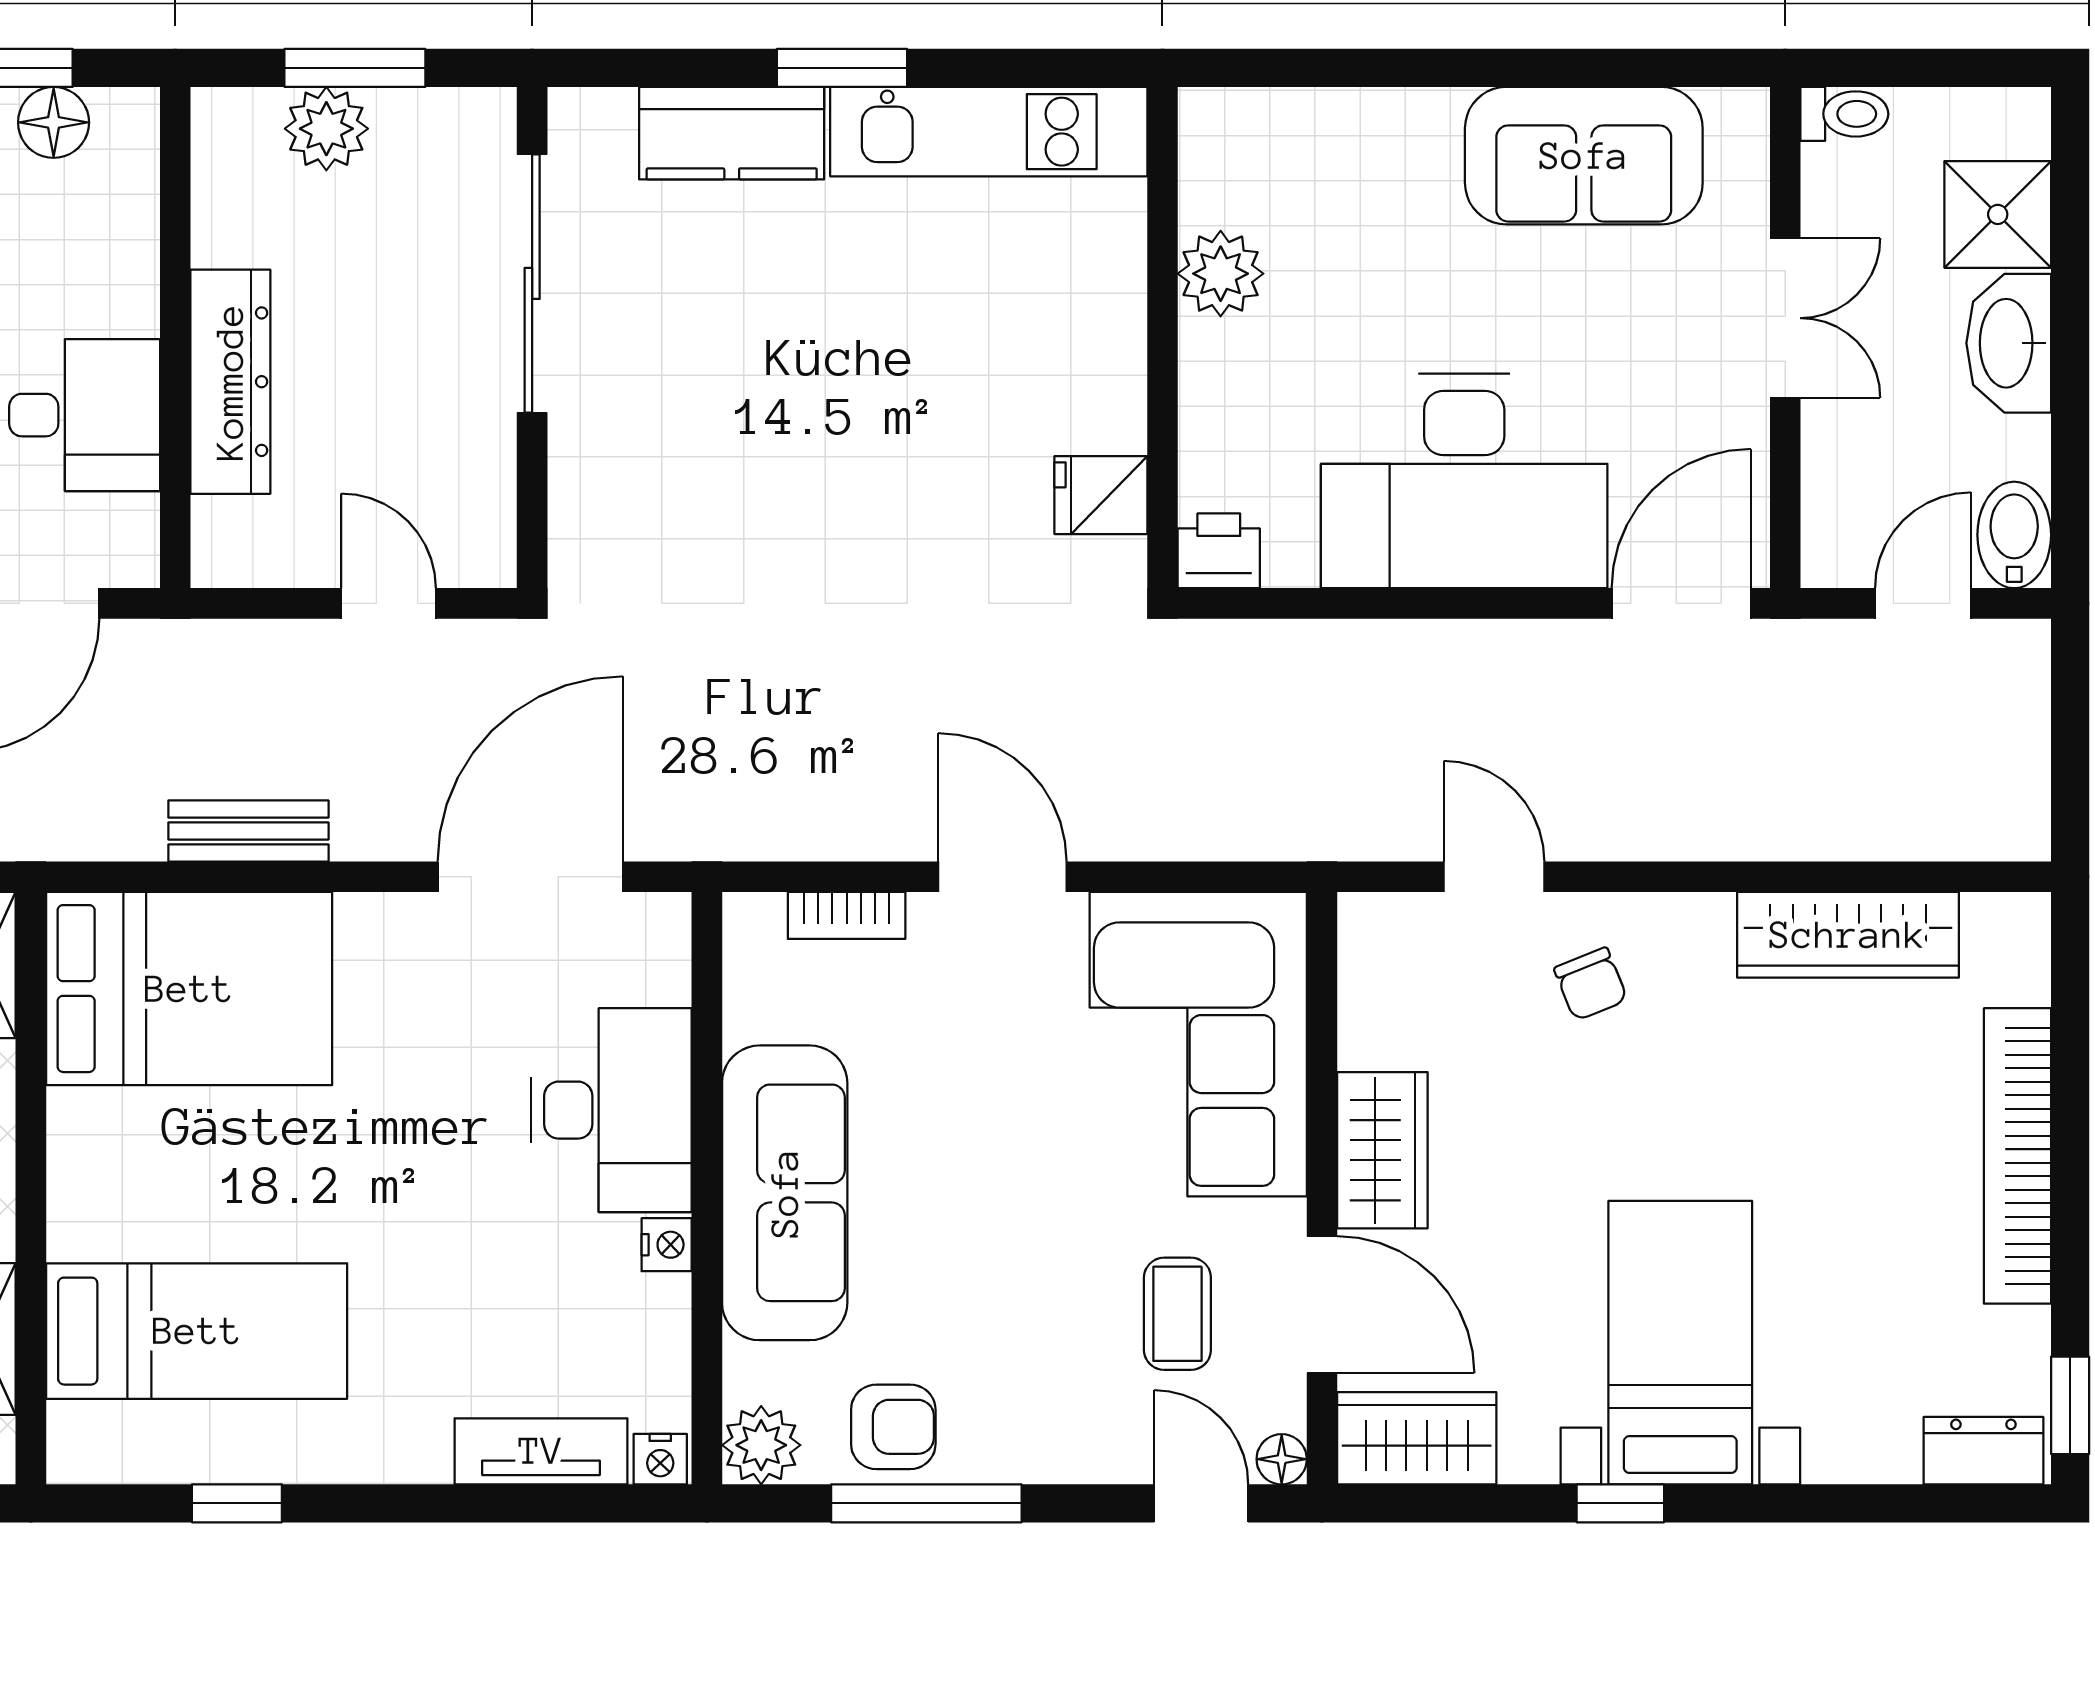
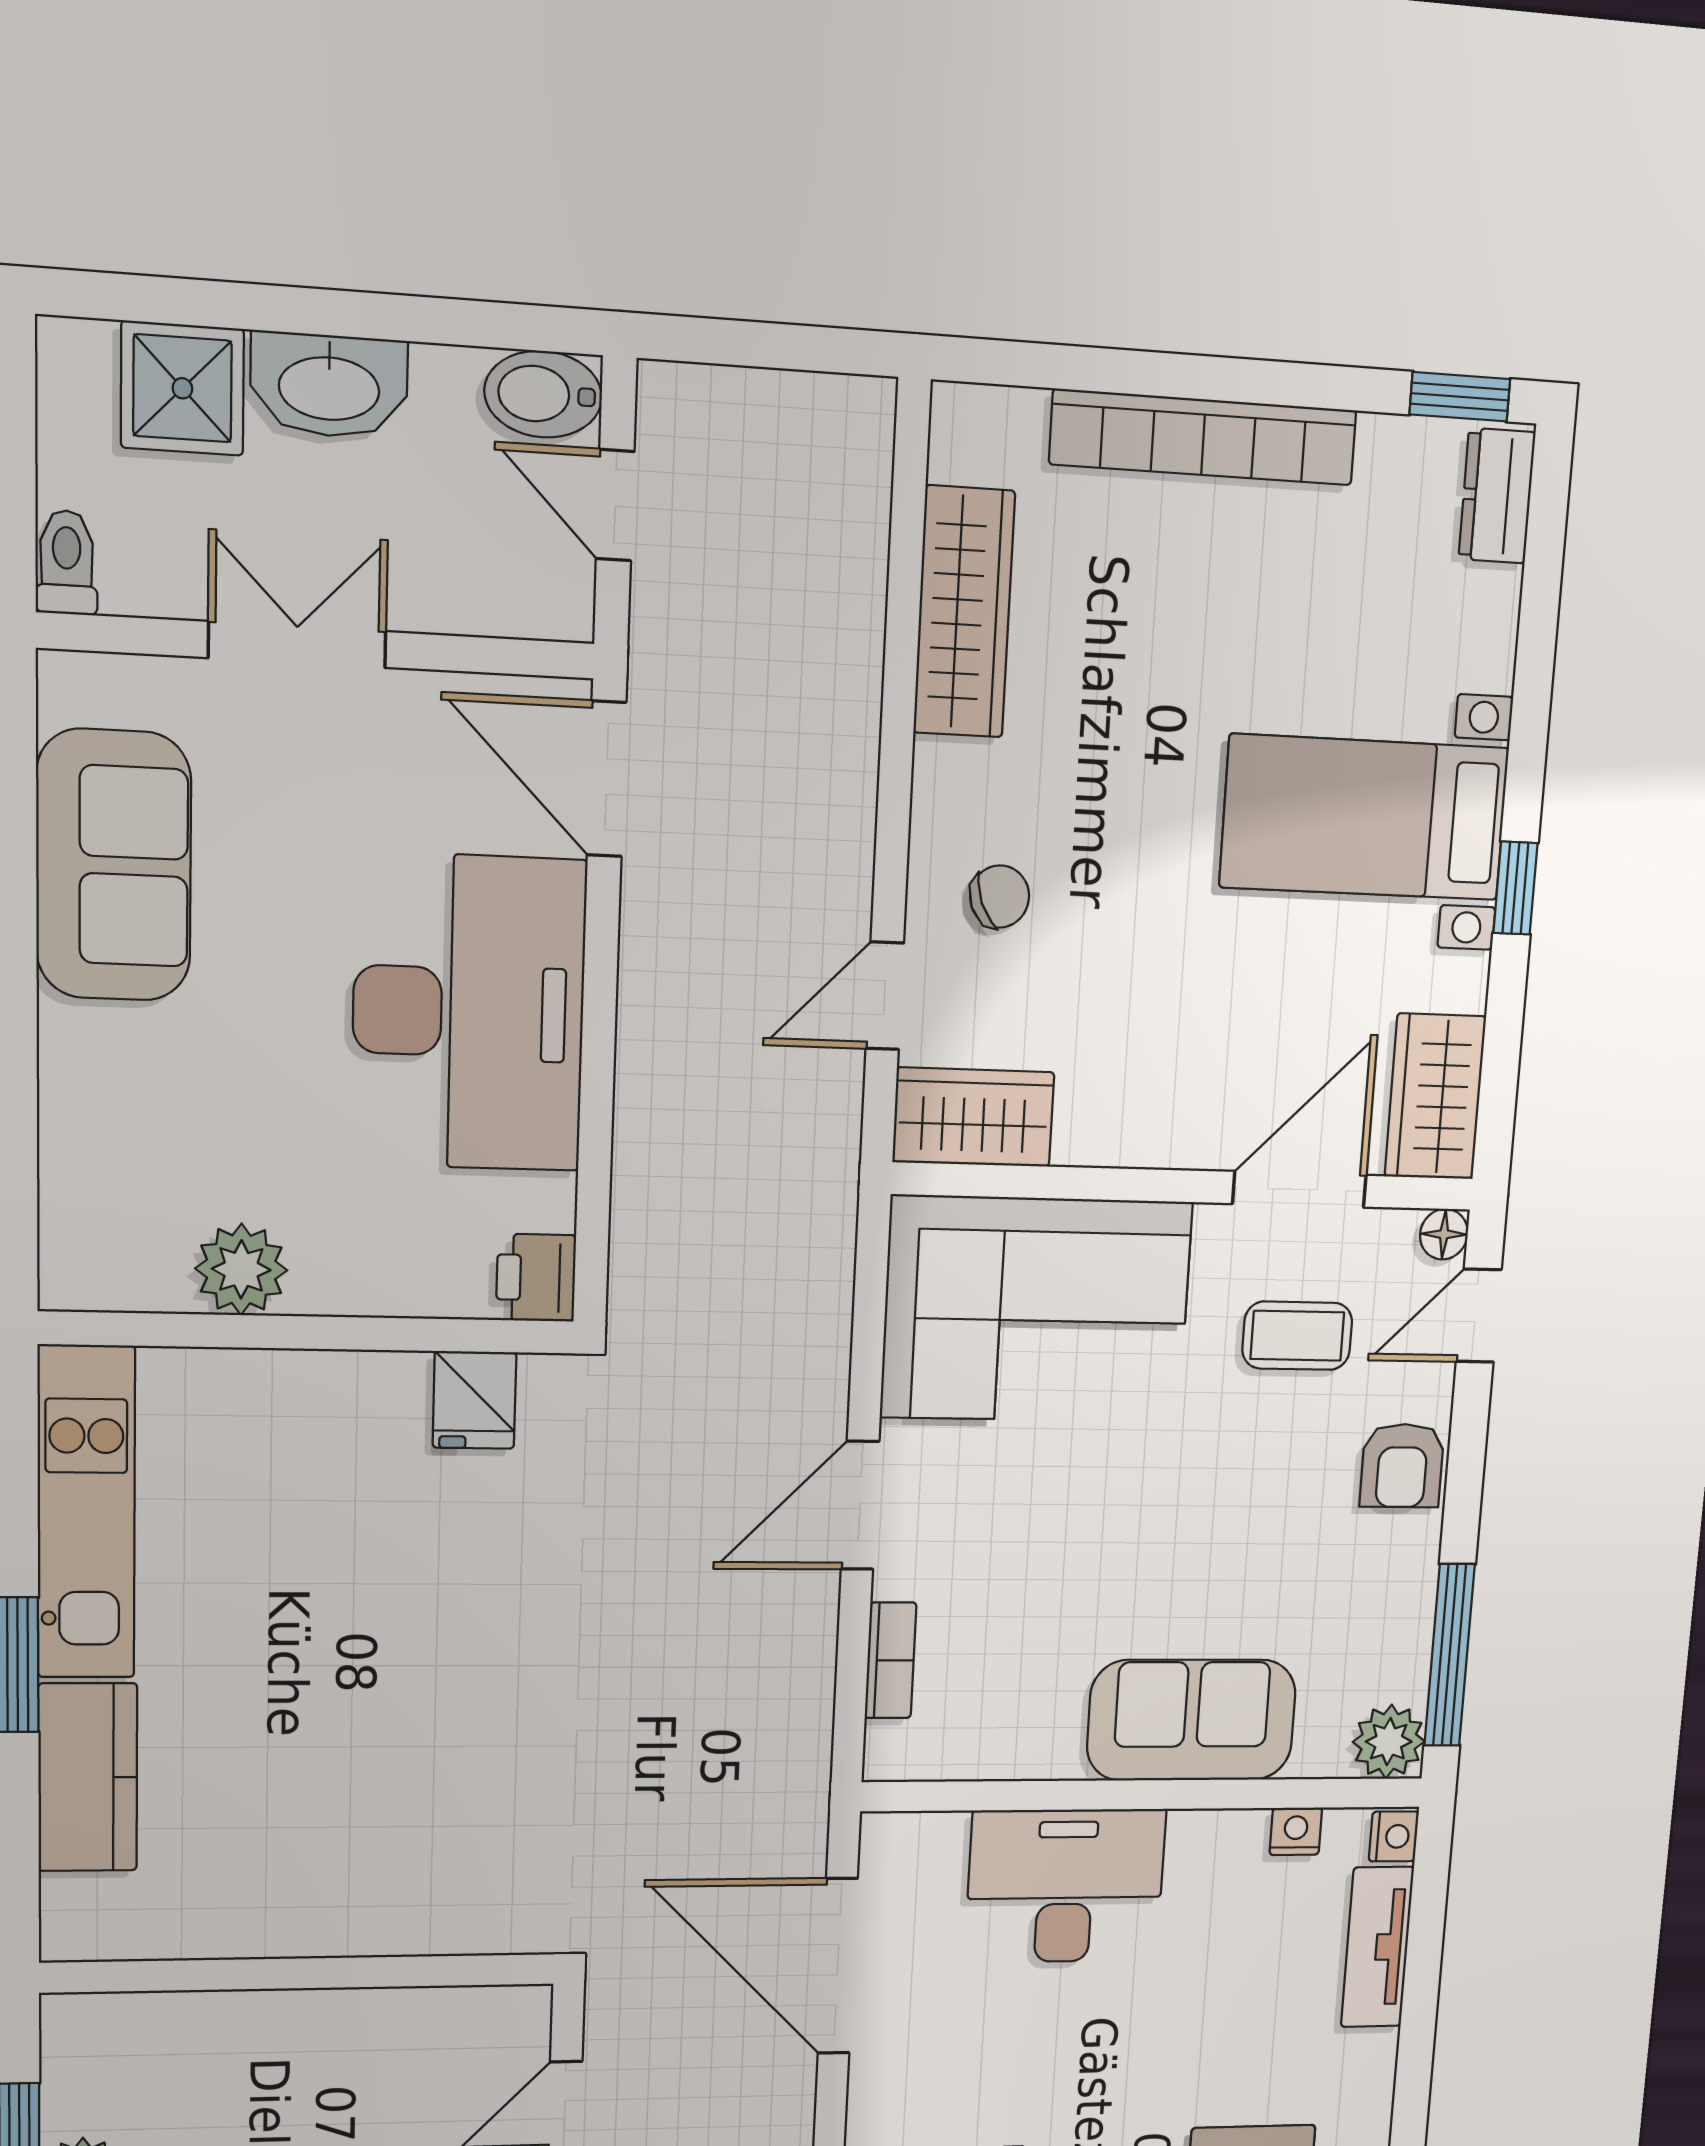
sliding door: (532, 283) -> (244, 1974), removed
wardrobe: (1382, 1150) -> (973, 1117), moved
sofa: (785, 1193) -> (1192, 1720), width x0.73
nightstand: (667, 1245) -> (1296, 1831), moved
armchair: (893, 1427) -> (1402, 1466), moved, turned 180
window: (926, 1503) -> (1450, 1655), moved

